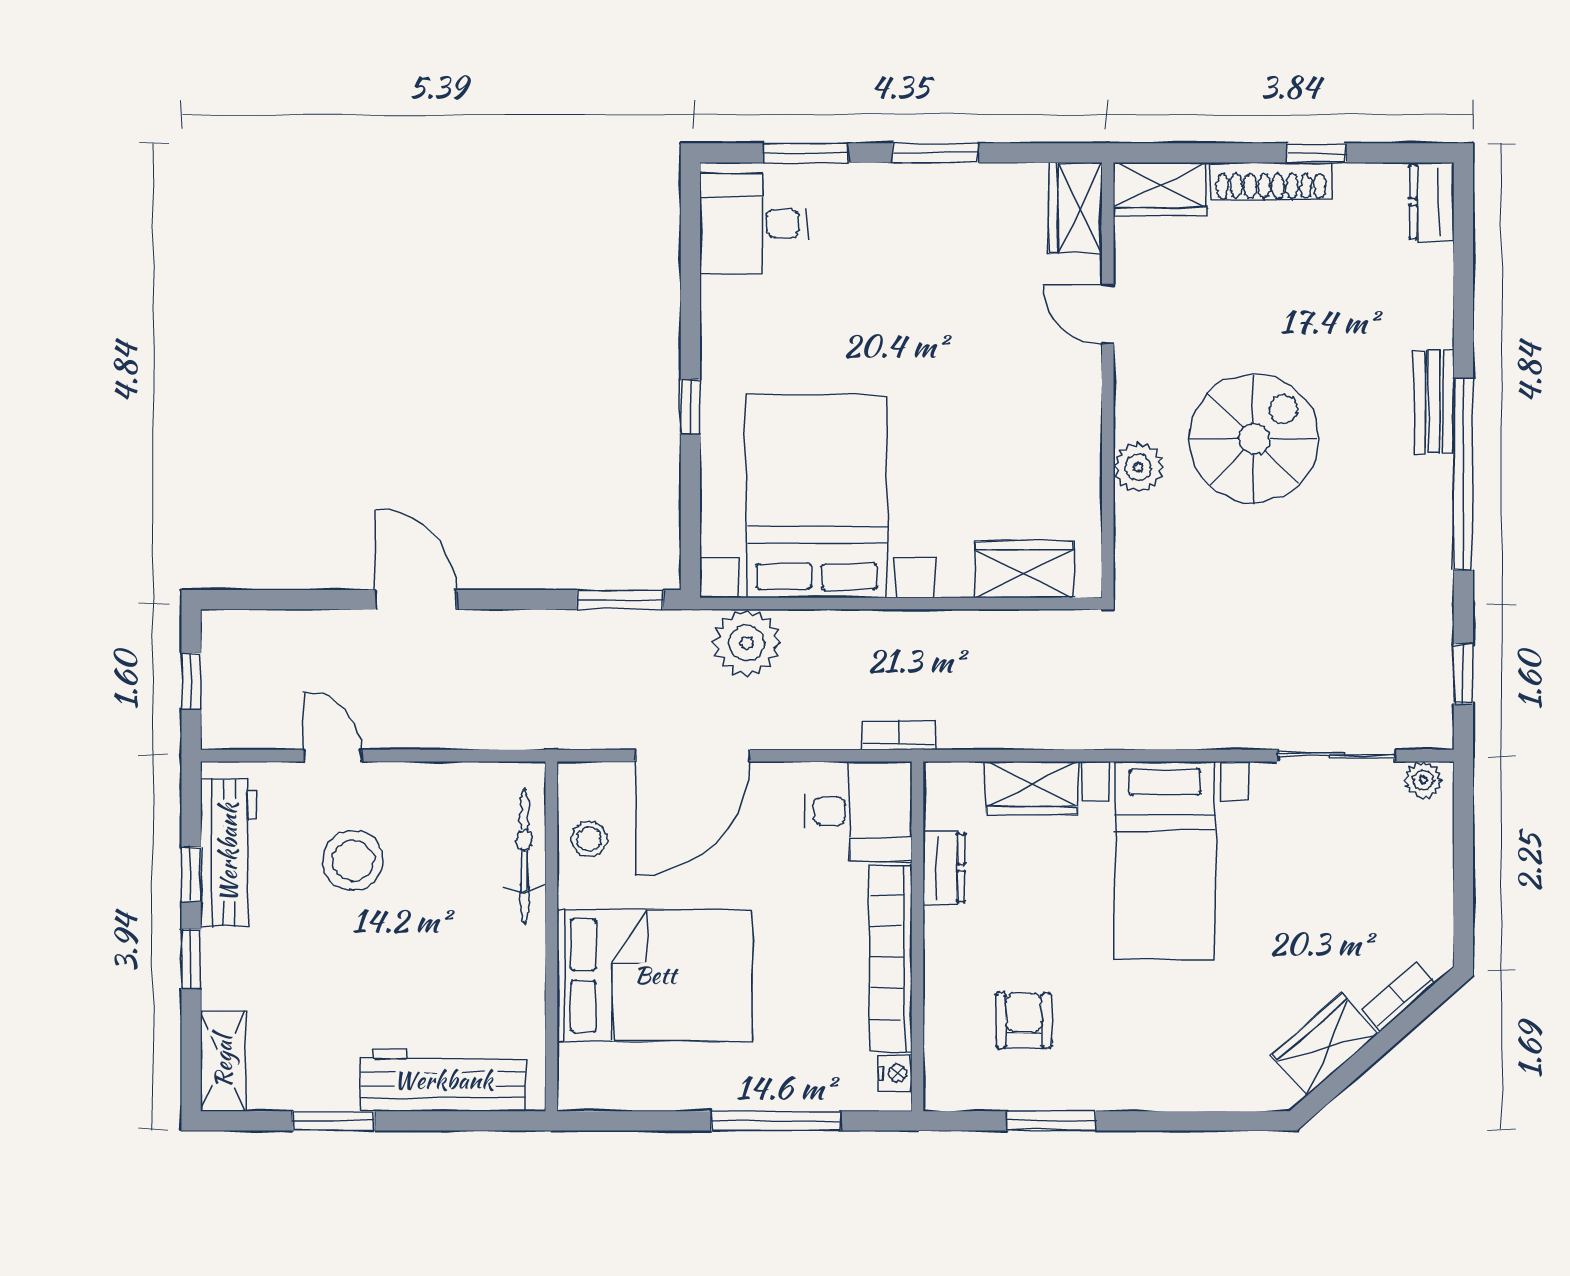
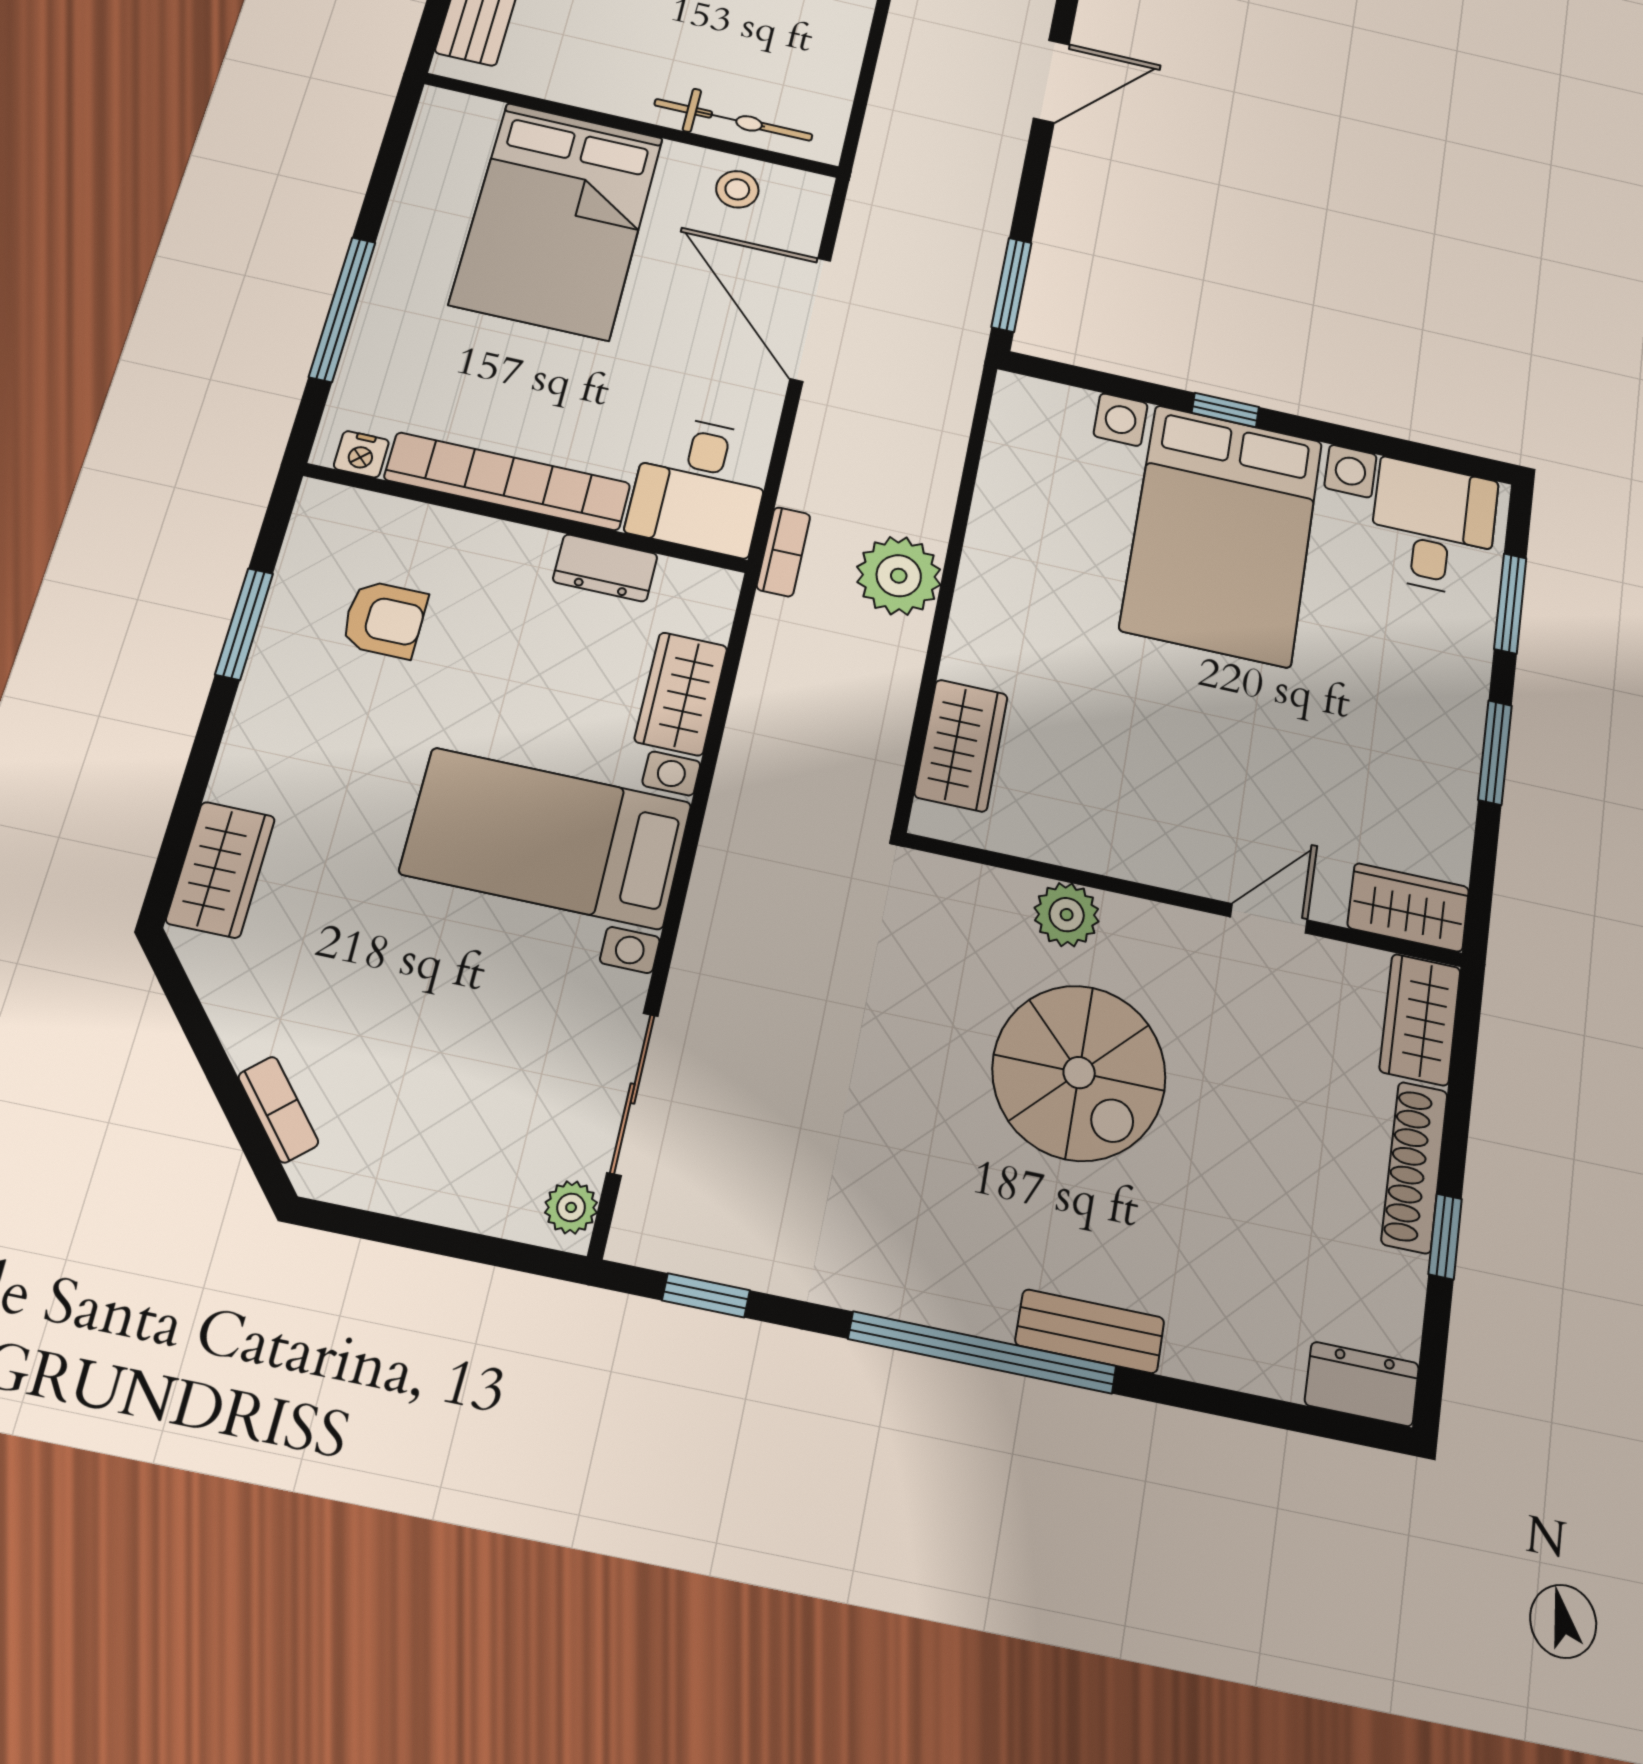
bed with nightstands: (817, 496) -> (1222, 535), moved, turned 90
plant: (747, 643) -> (899, 576), moved
wardrobe: (1325, 1044) -> (221, 870), moved, turned 41

